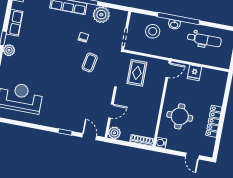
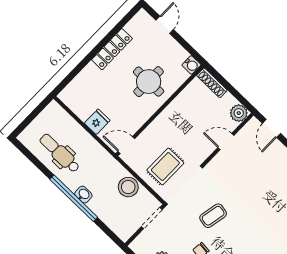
stool: (153, 31) -> (128, 187), moved

